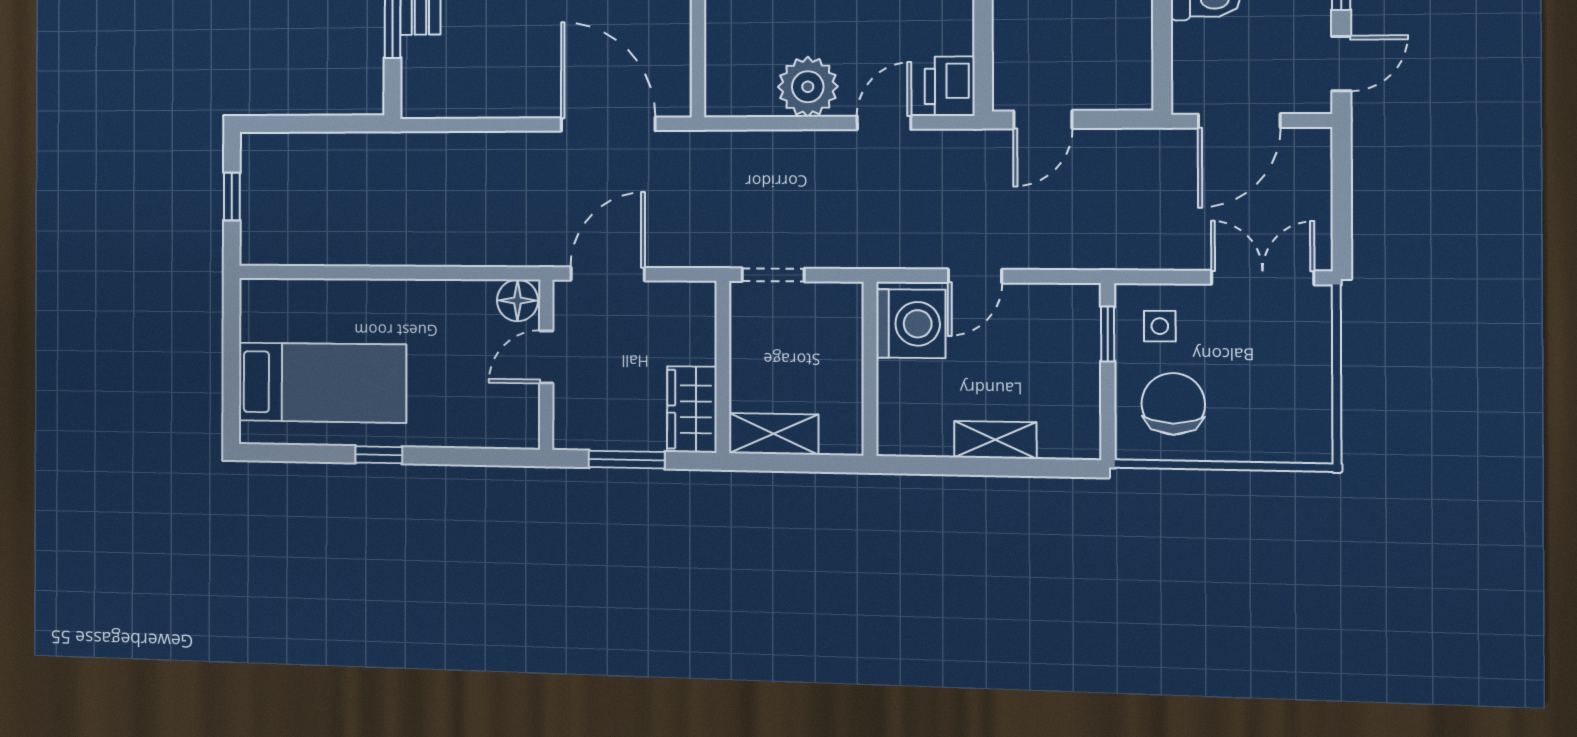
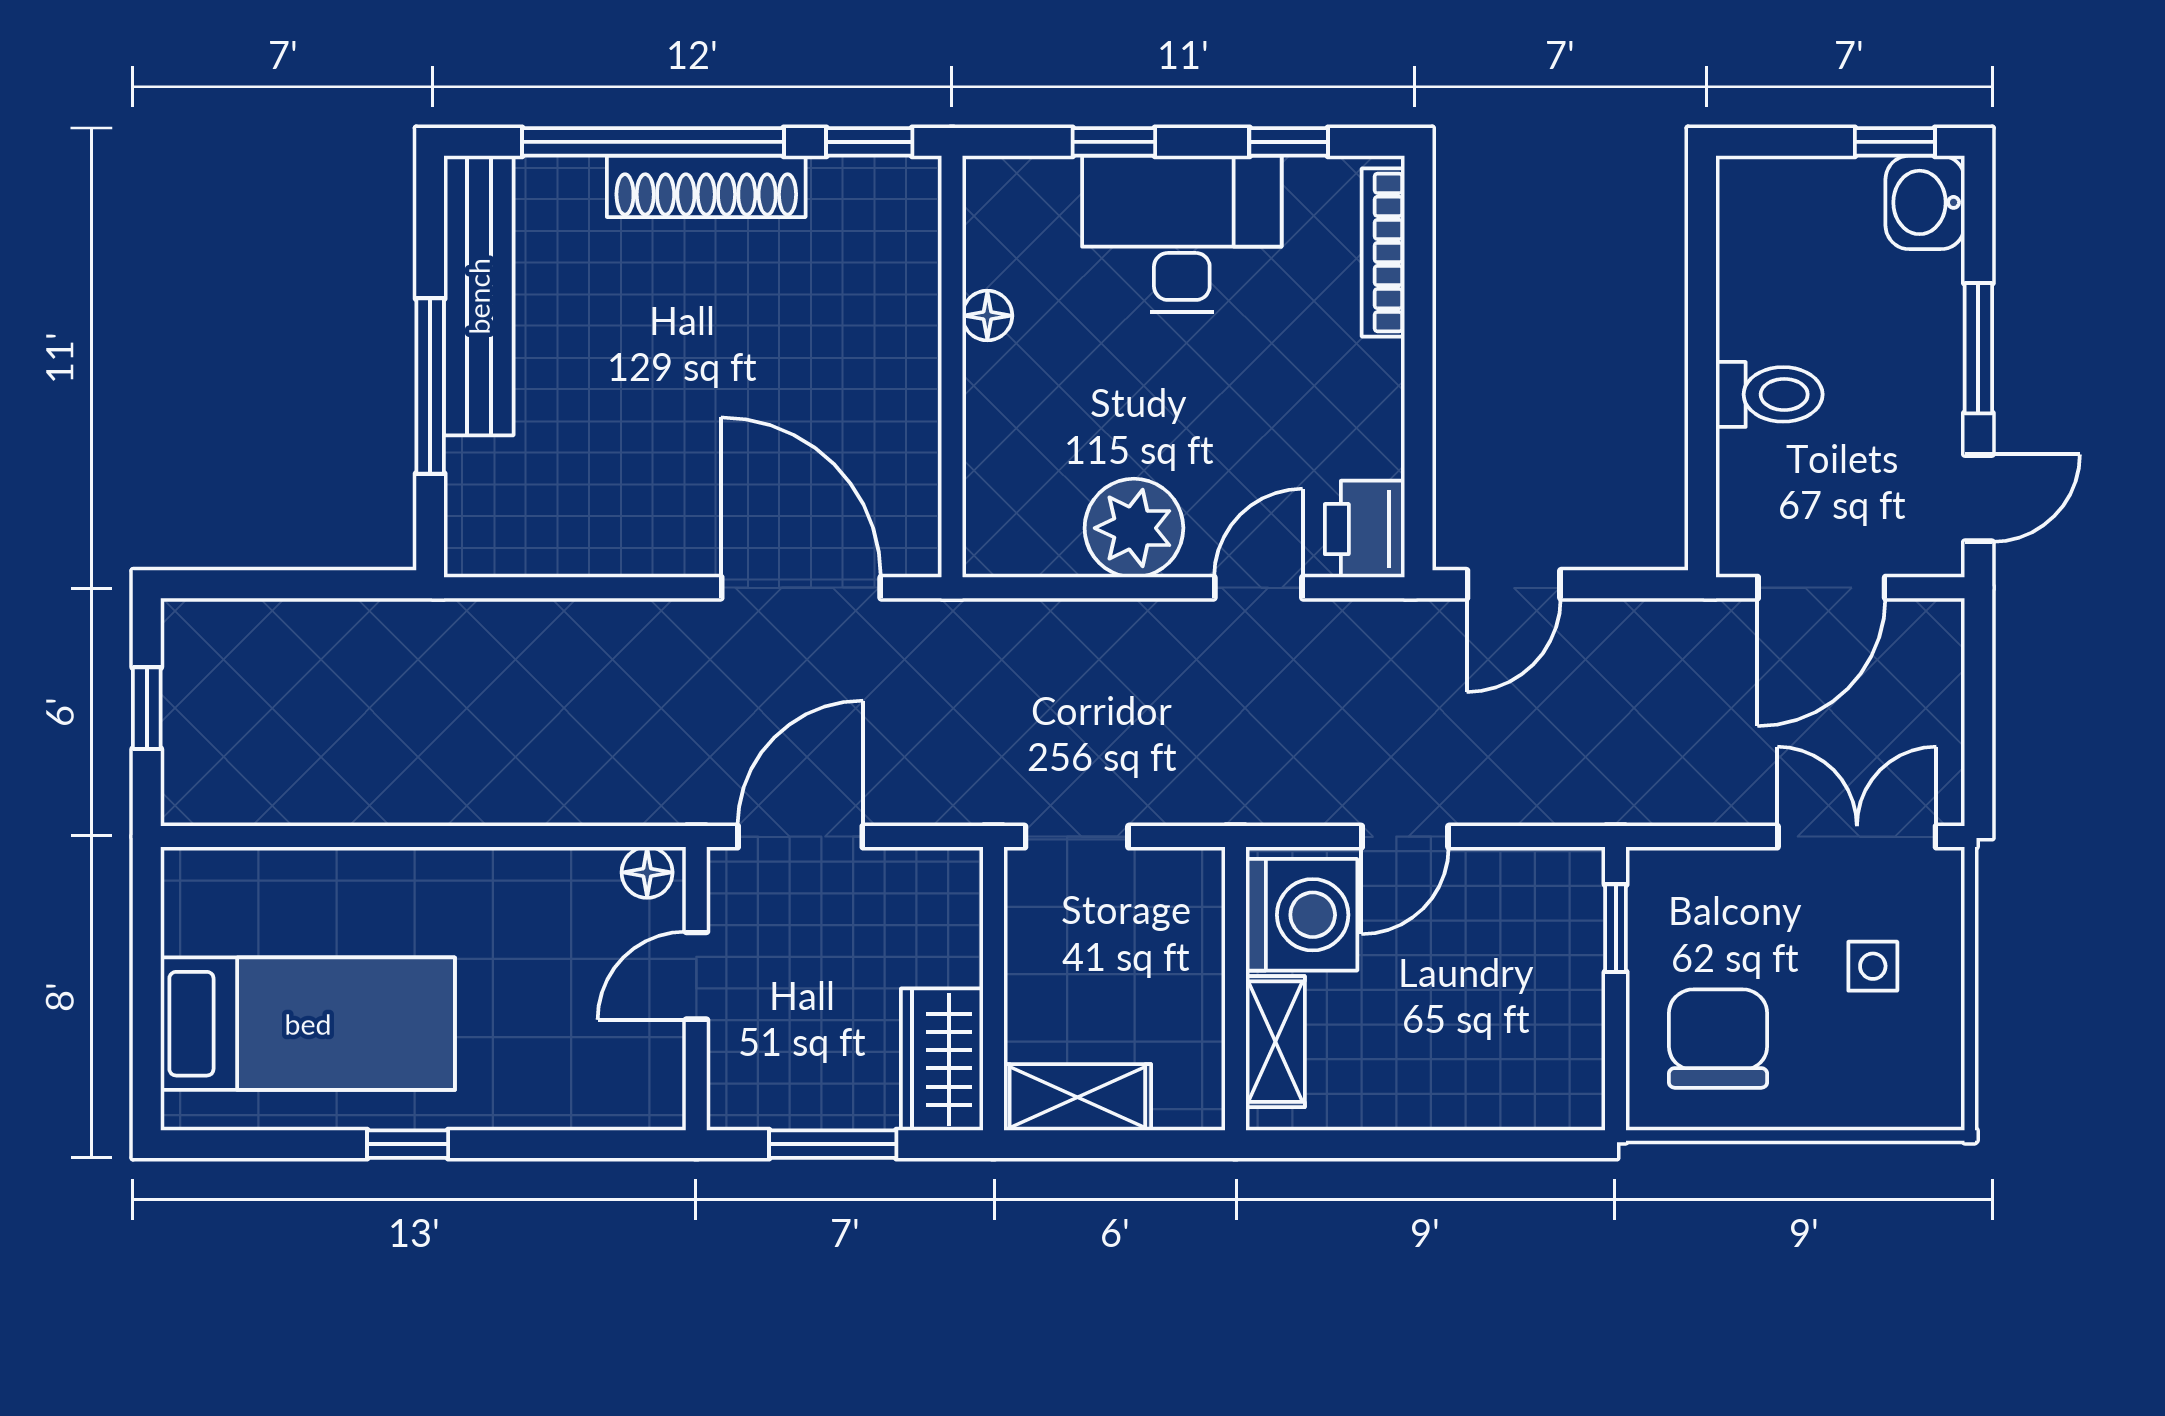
floor lamp: (518, 300) -> (647, 872), width x0.73, depth x0.73
side table: (1160, 326) -> (1873, 966), moved
shelving: (995, 440) -> (1275, 1042), moved, turned 90

